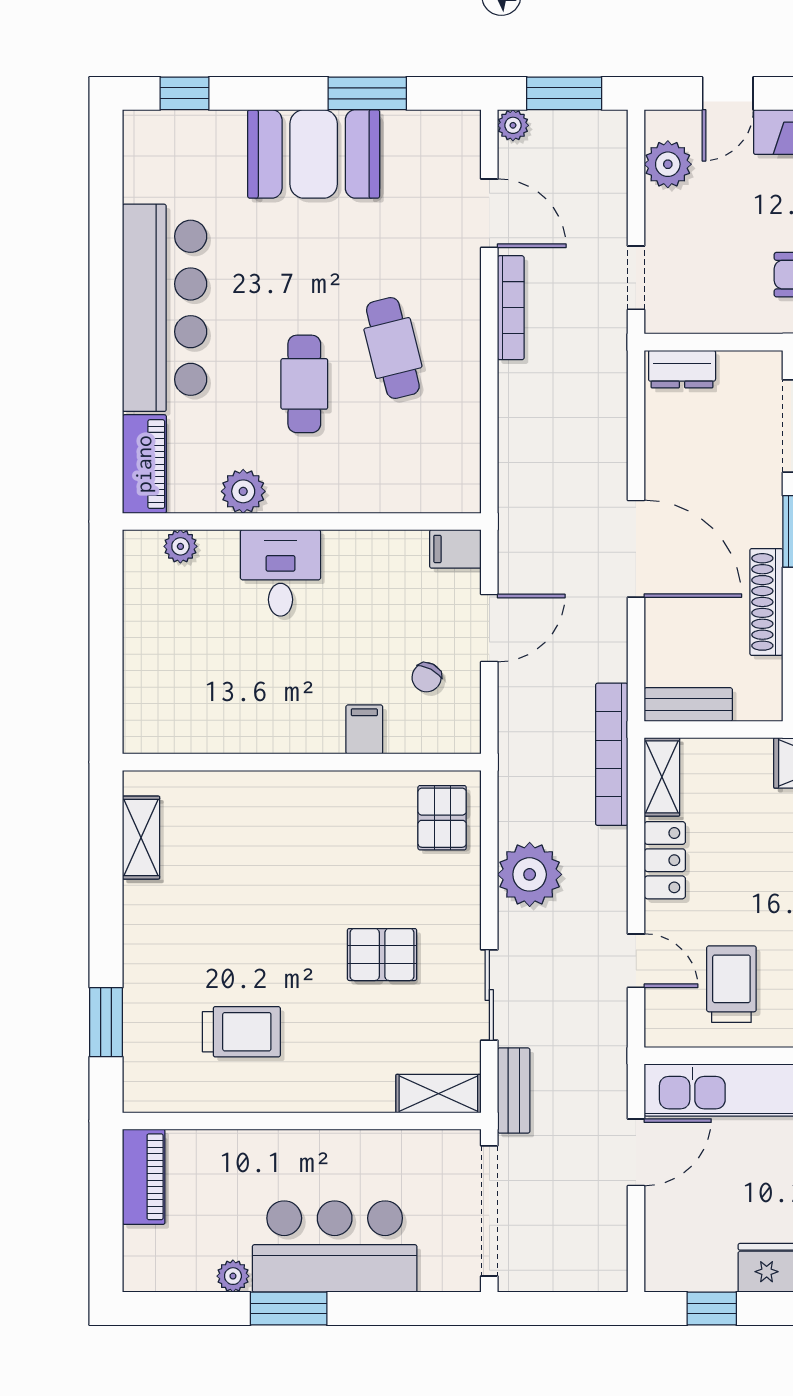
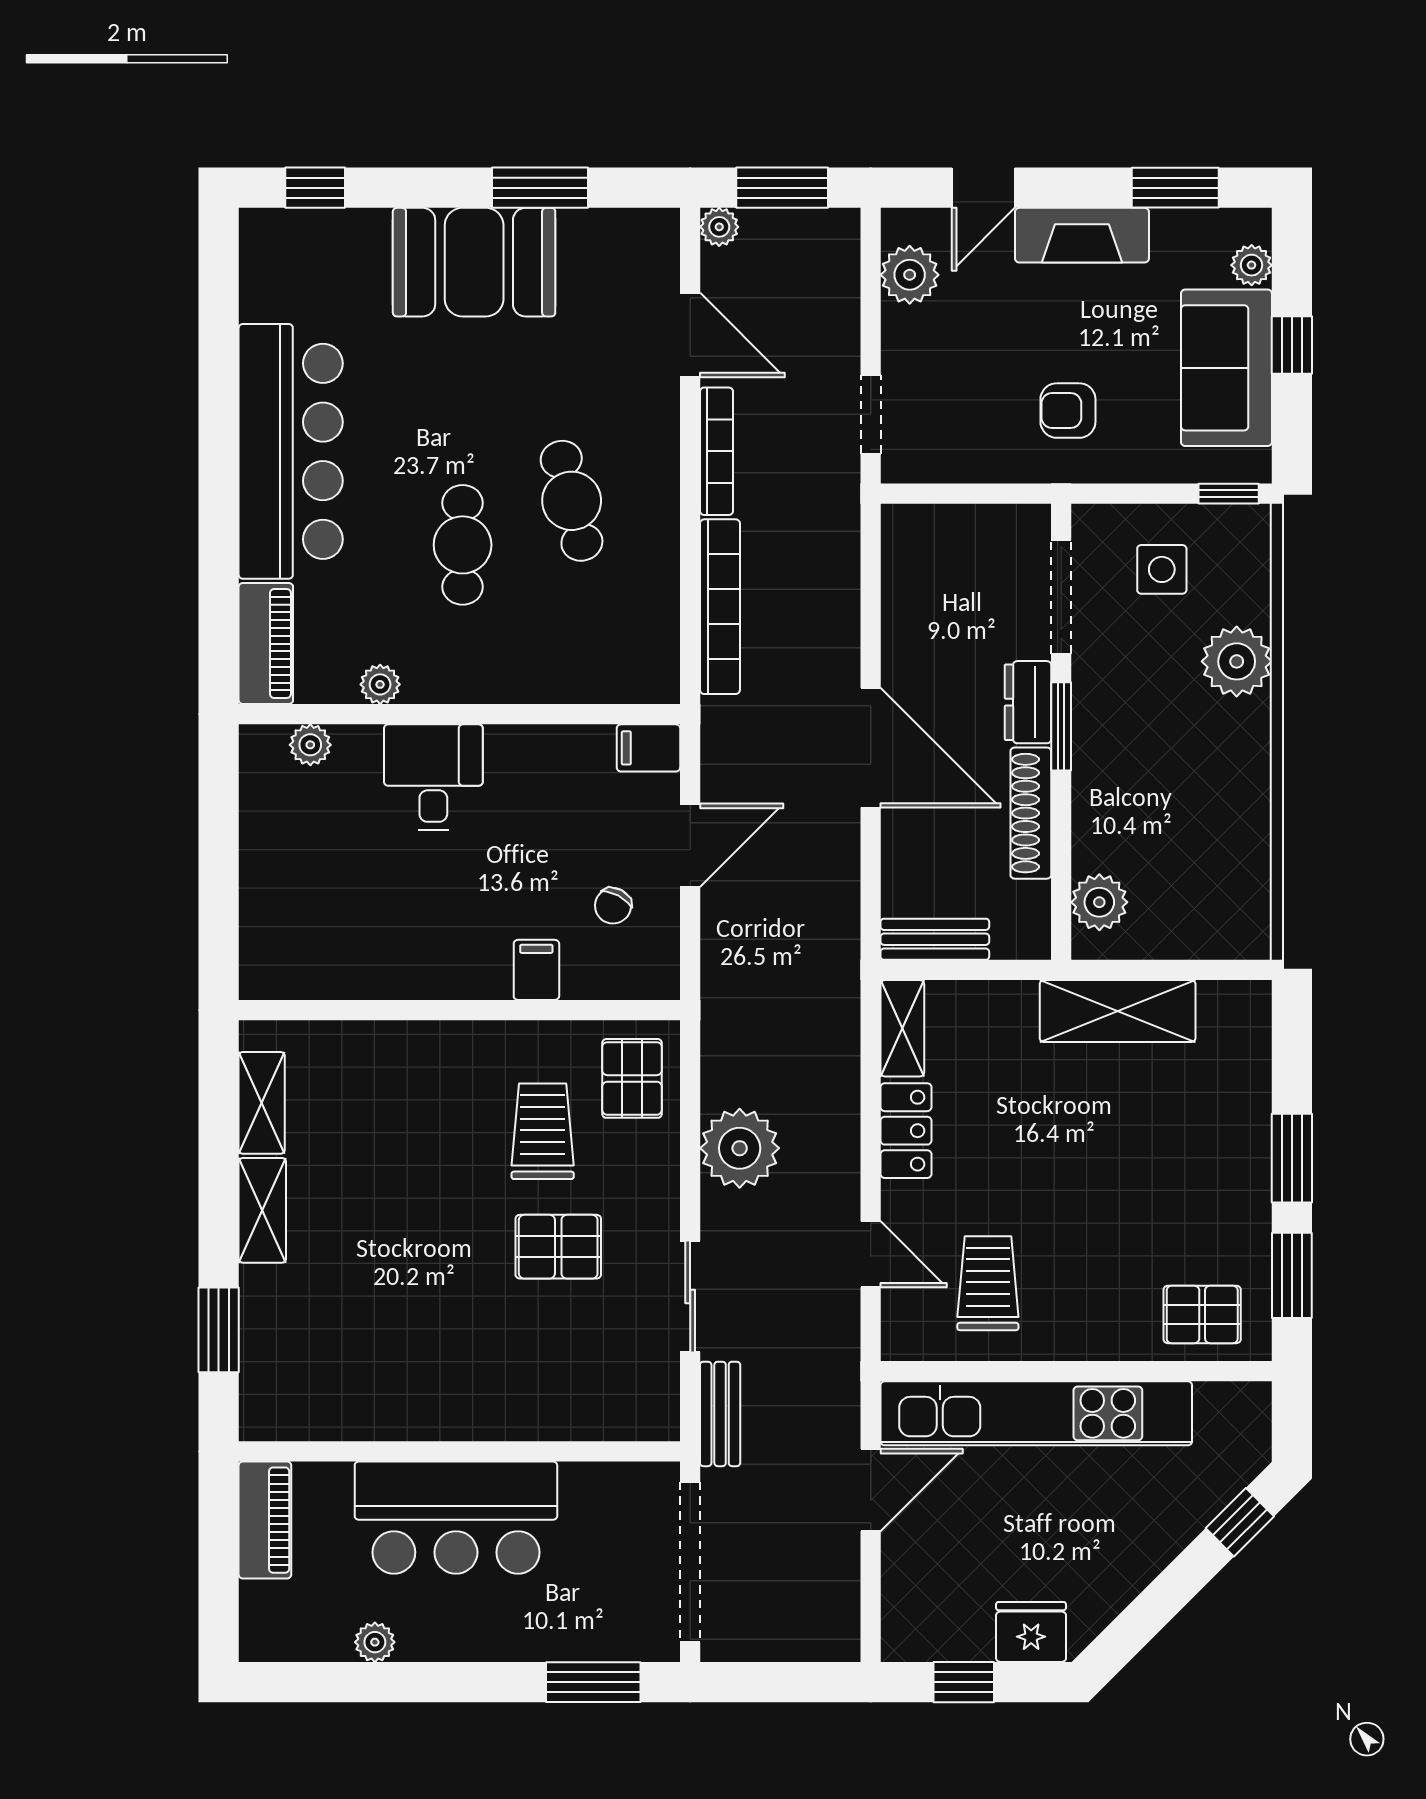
dresser: (682, 369) -> (1028, 702), moved, turned 90
plant: (243, 491) -> (380, 684), width x0.73, depth x0.73
bookcase: (612, 754) -> (720, 607), moved, turned 180
trolley: (241, 1032) -> (543, 1131), moved, turned -90
shelving: (438, 1094) -> (262, 1210), moved, turned 90
bar counter: (335, 1247) -> (456, 1518), moved, turned 180
window: (289, 1309) -> (593, 1682), moved

